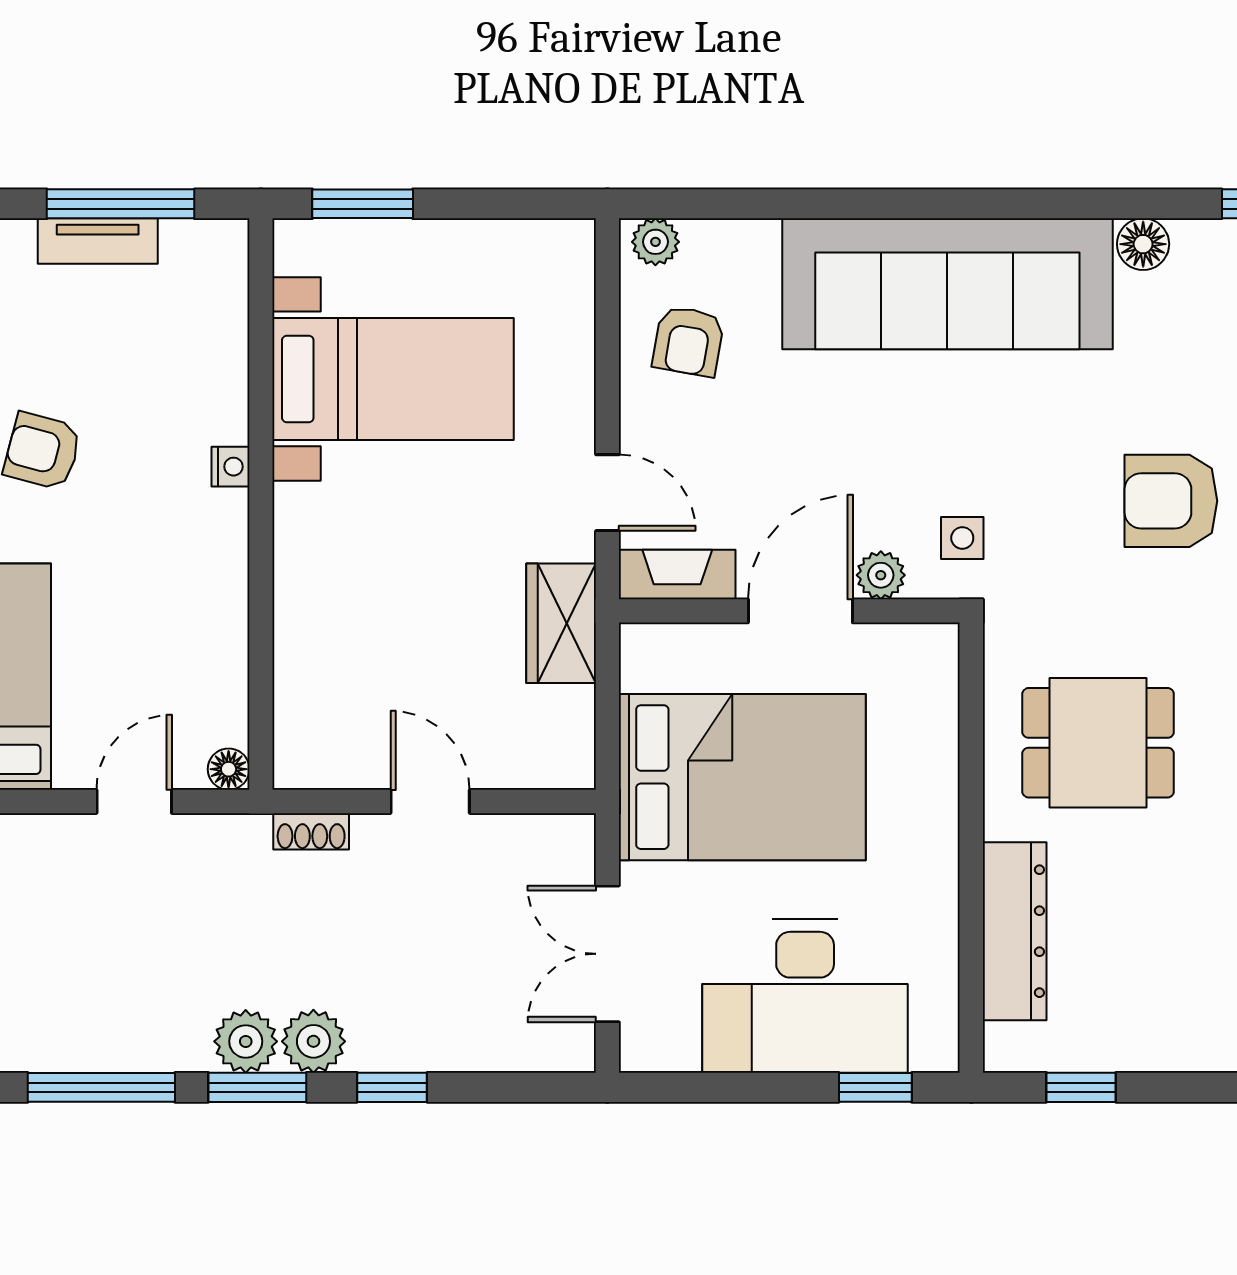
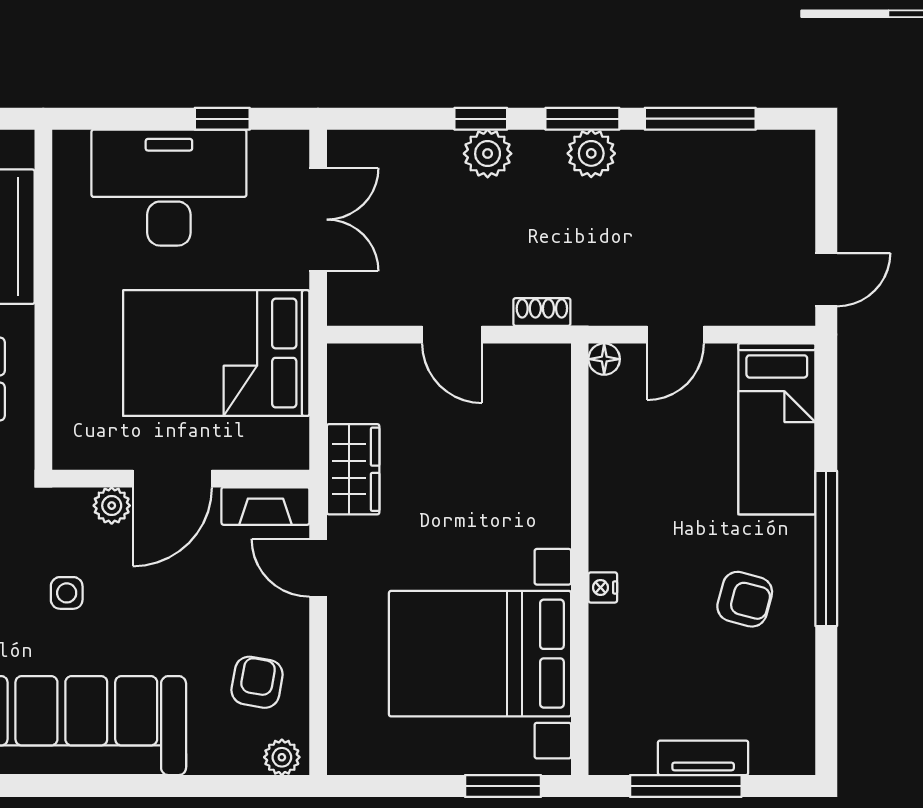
bed with nightstands: (393, 379) -> (480, 654), width x1.36
side table: (962, 538) -> (67, 593), moved
plant: (313, 1041) -> (488, 154), moved
window: (875, 1087) -> (222, 119), moved

